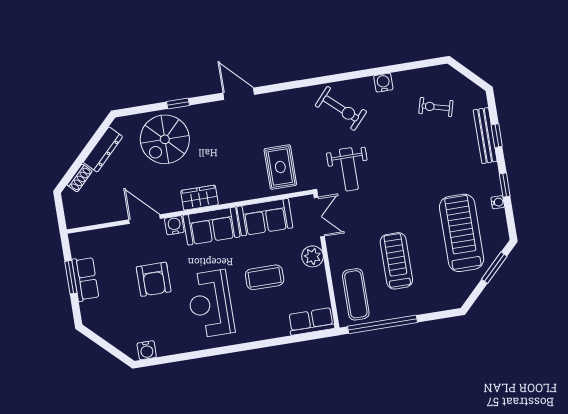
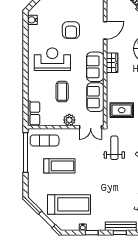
weight bench: (349, 169) -> (114, 148), turned 90
water cooler: (174, 225) -> (99, 46), removed
armchair: (154, 279) -> (71, 30), turned -90

